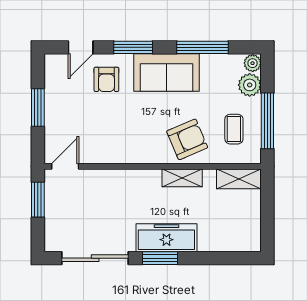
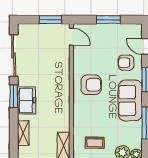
armchair: (187, 139) -> (91, 85), moved, turned -67
shelving: (182, 178) -> (23, 133), moved
freezer: (166, 238) -> (27, 100), width x0.71

